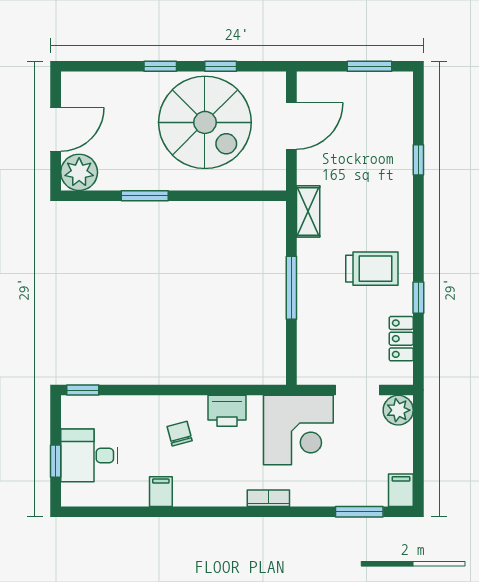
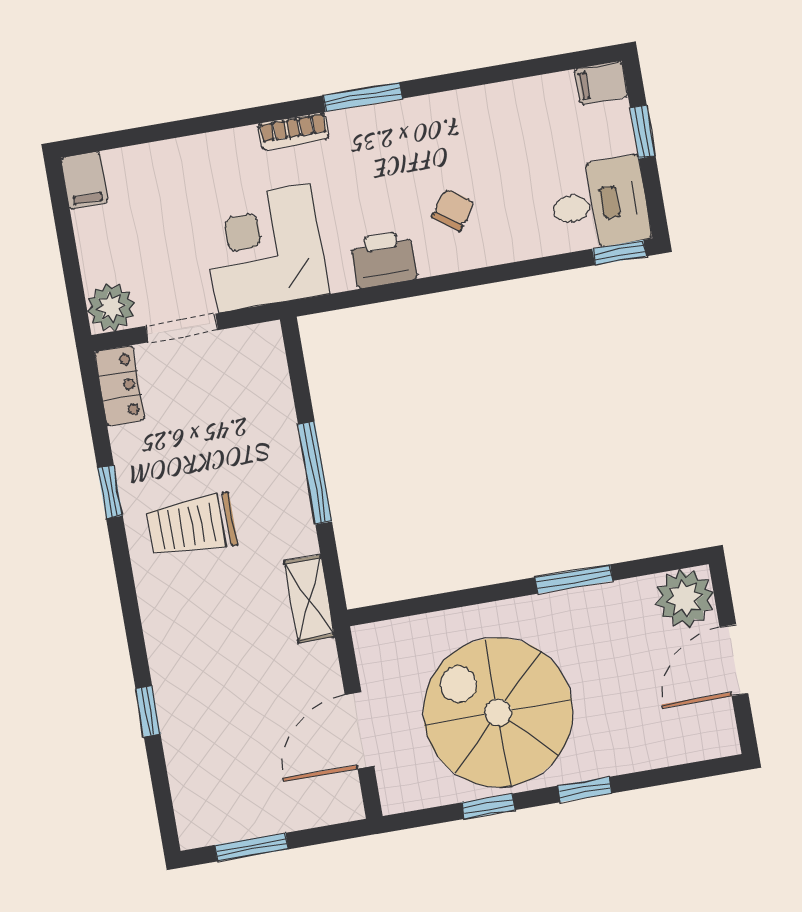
locker: (401, 339) -> (120, 386), moved
chair: (180, 434) -> (453, 210), turned -129
desk: (89, 455) -> (600, 204), moved
filing cabinet: (161, 492) -> (601, 83), moved, turned 90
window: (359, 512) -> (363, 97), moved

